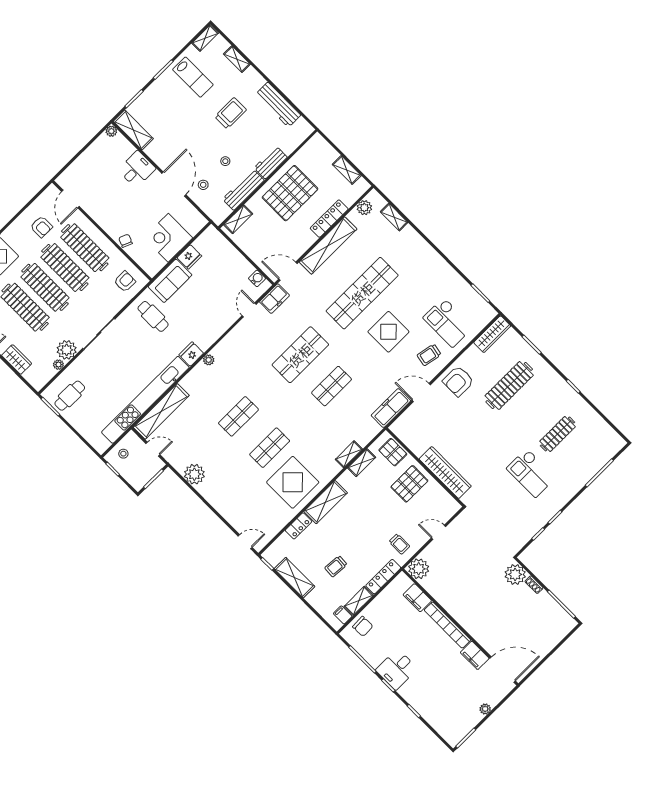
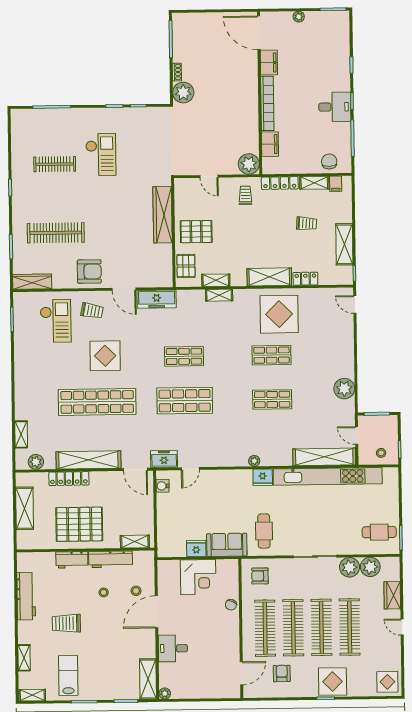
shelving: (347, 170) -> (25, 508), width x1.50, depth x1.33
plant: (58, 365) -> (370, 567), width x1.87, depth x1.87

